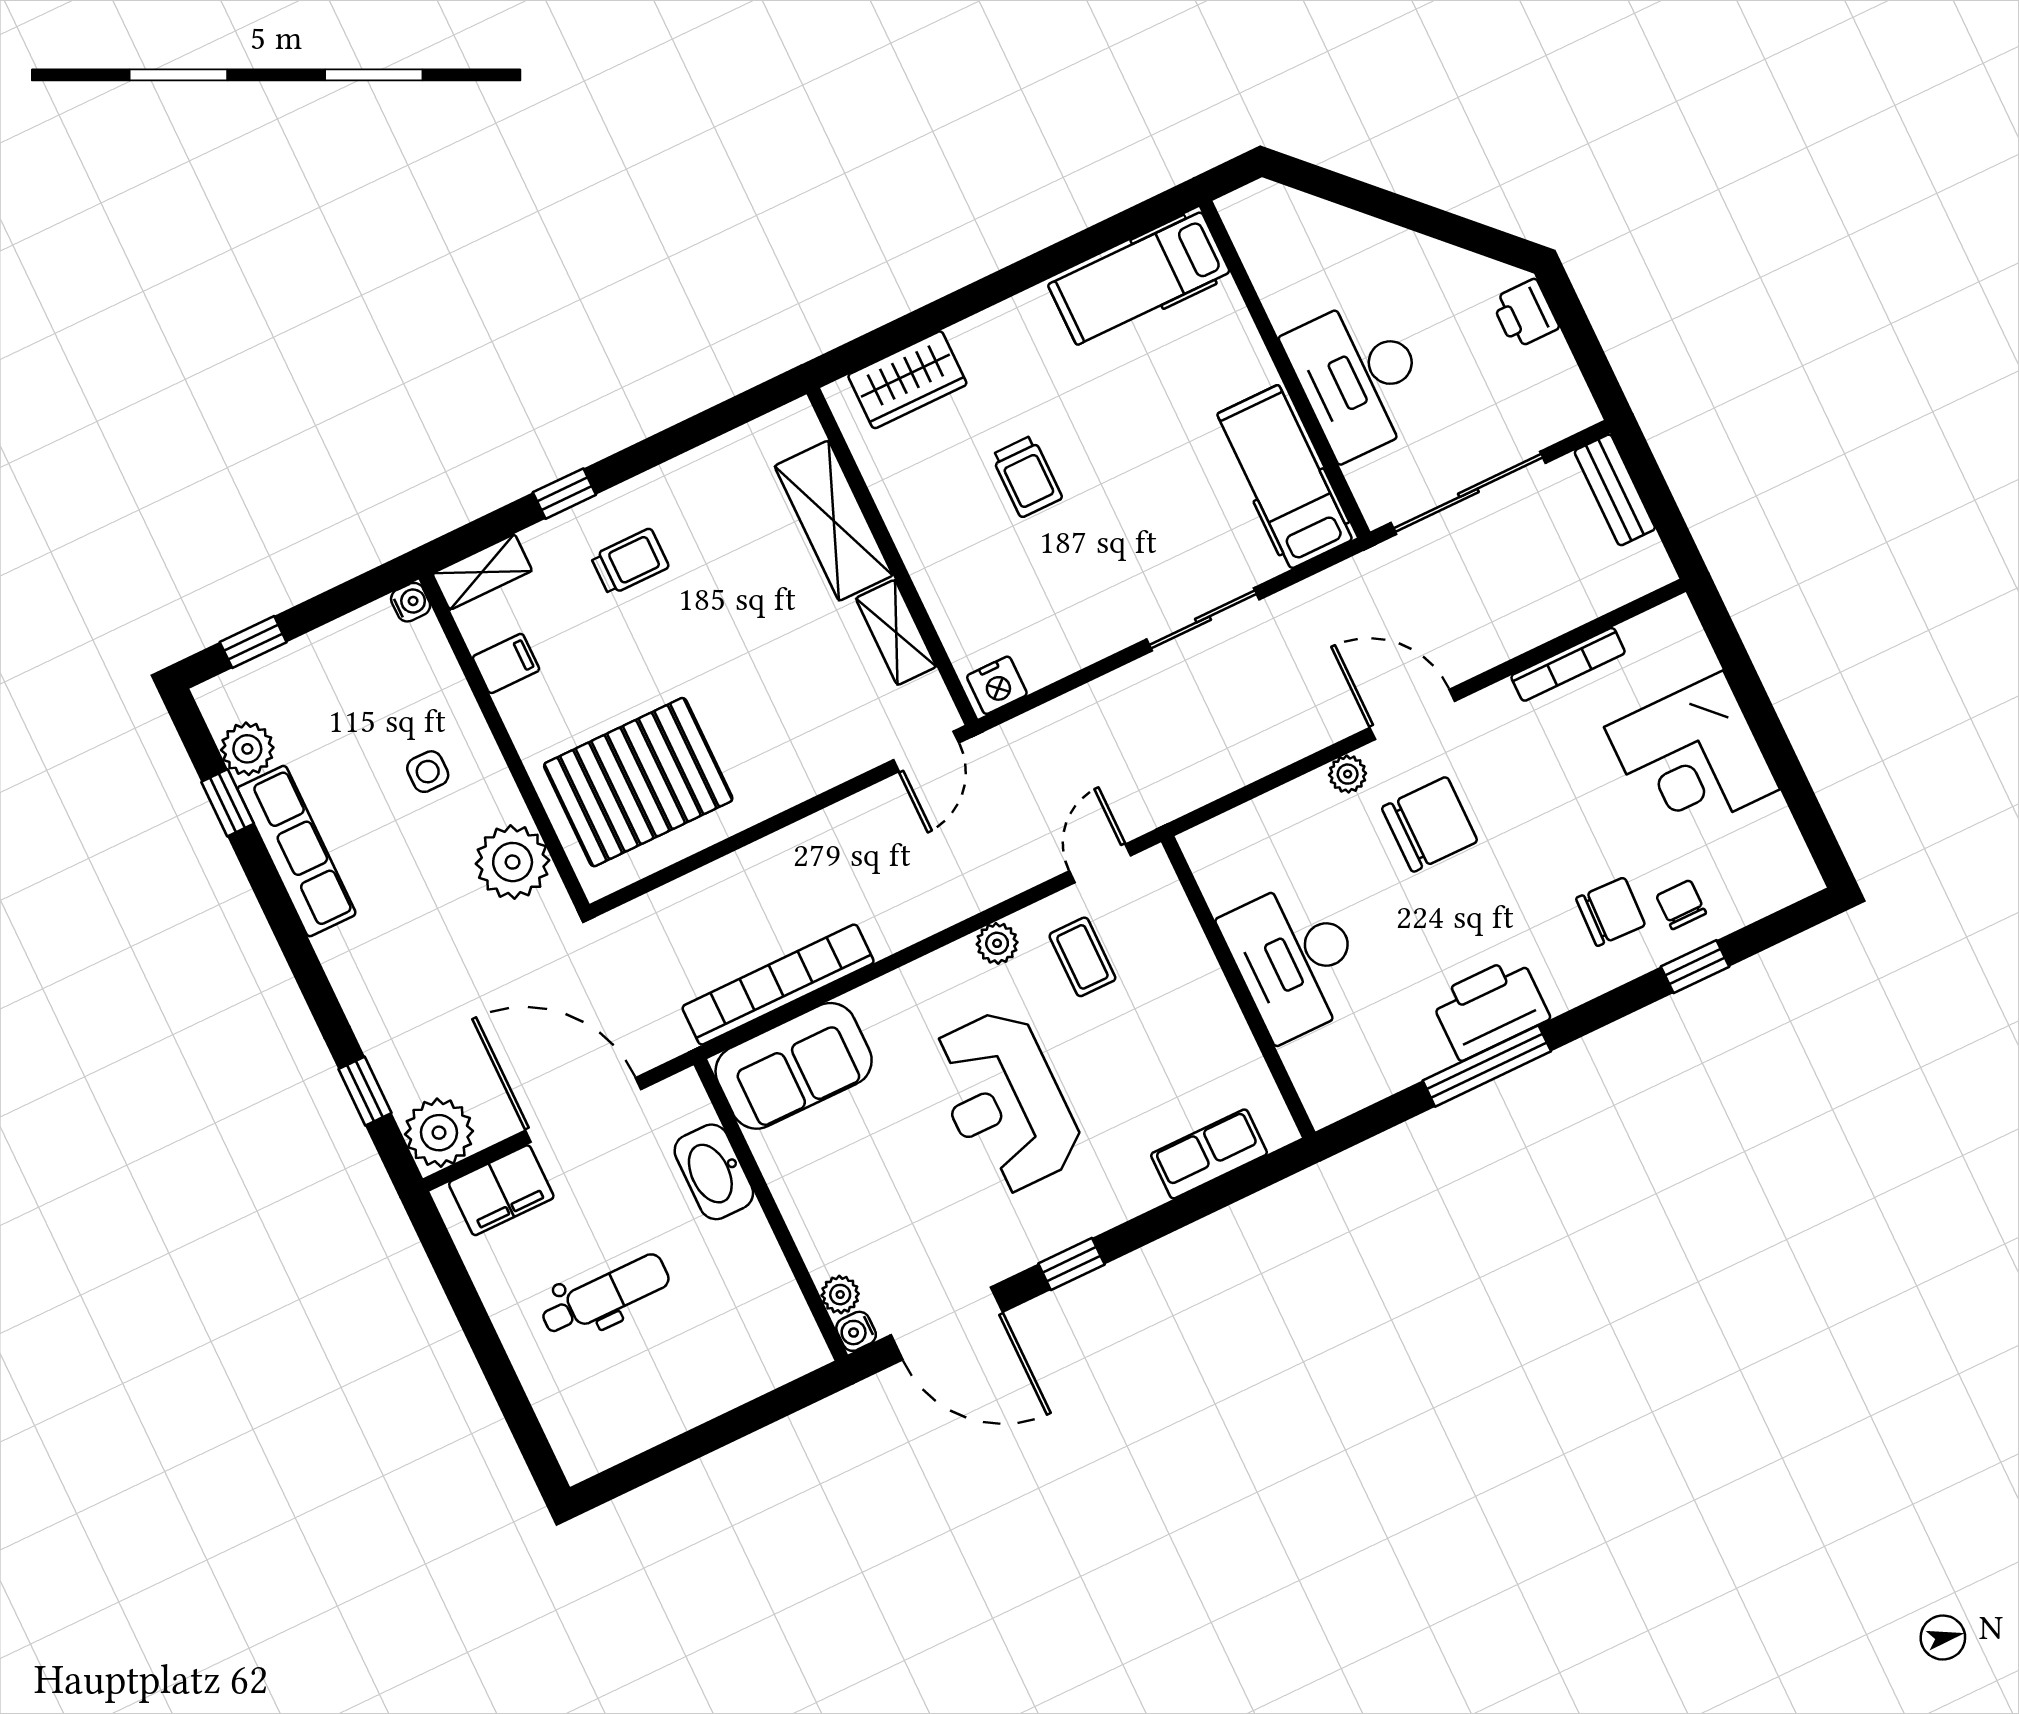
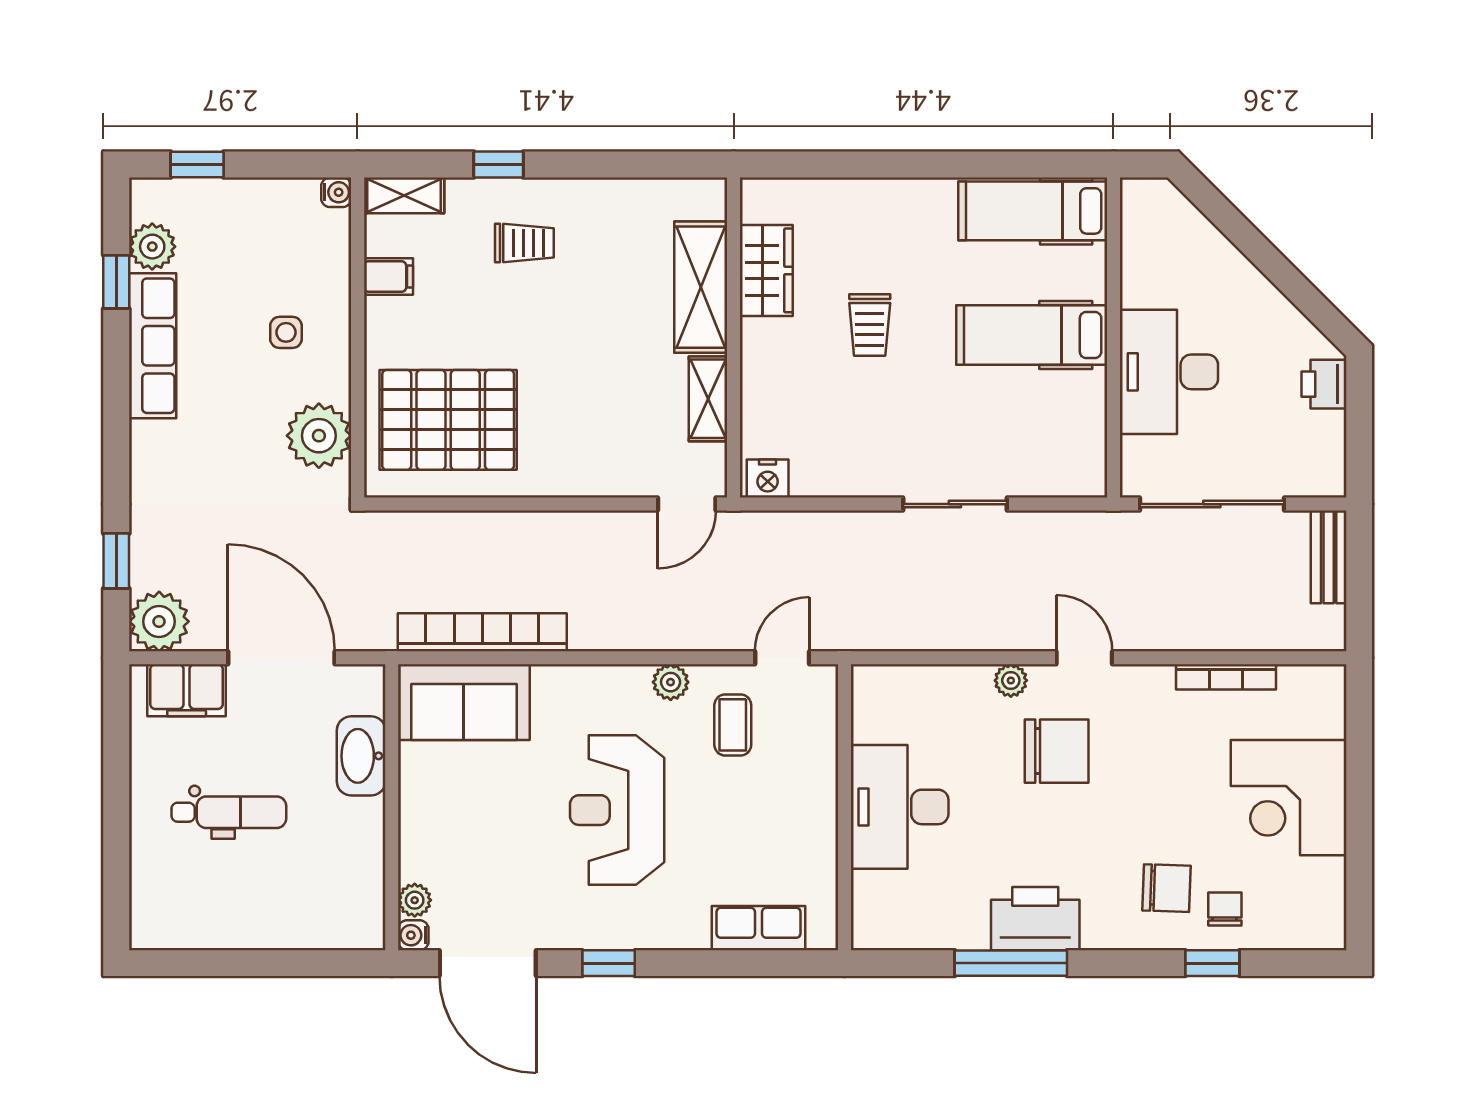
wardrobe: (907, 380) -> (766, 270), moved, turned -90
hospital bed: (1285, 477) -> (1032, 335), moved, turned -90
door: (1412, 714) -> (1084, 658), width x0.73

